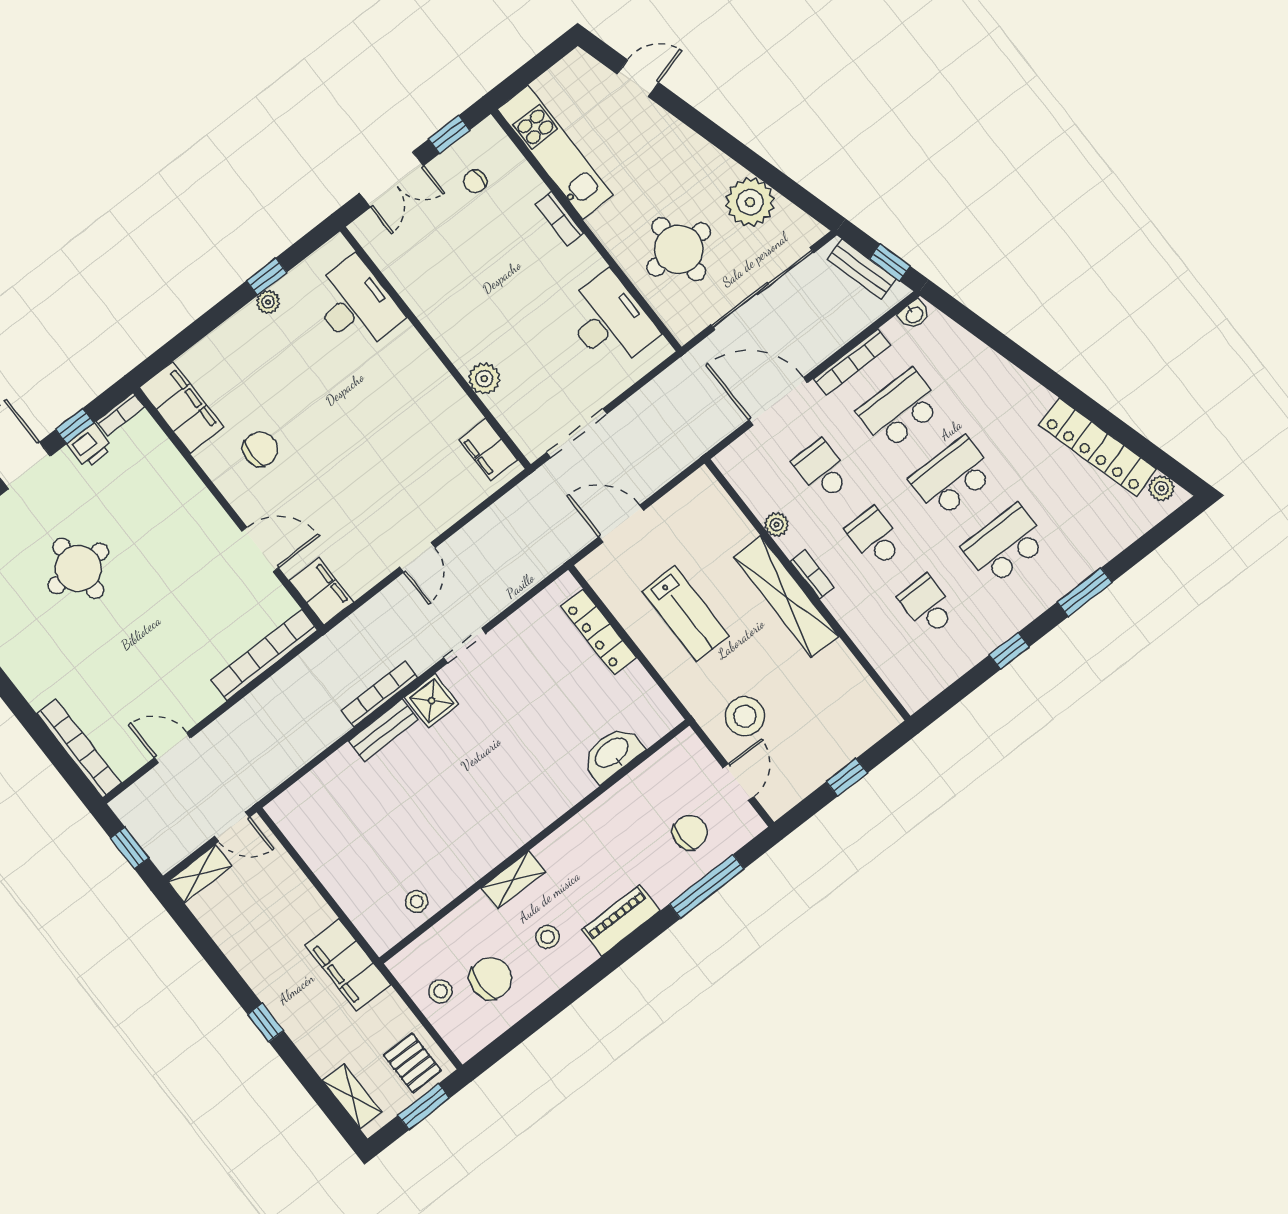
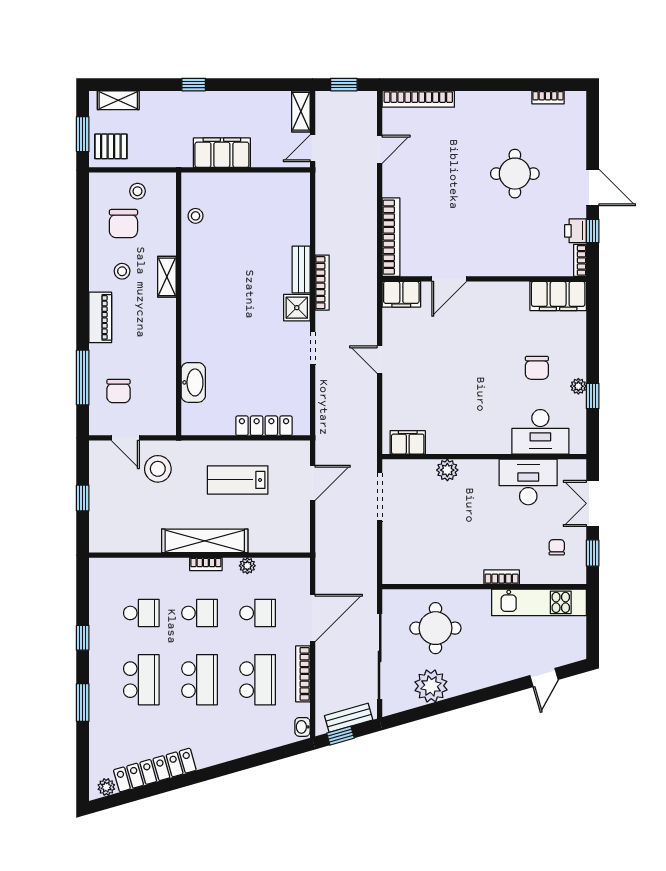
desk: (609, 321) -> (528, 482), moved, turned 180
chair: (260, 449) -> (537, 368), moved
filing cabinet: (348, 965) -> (222, 153), moved

